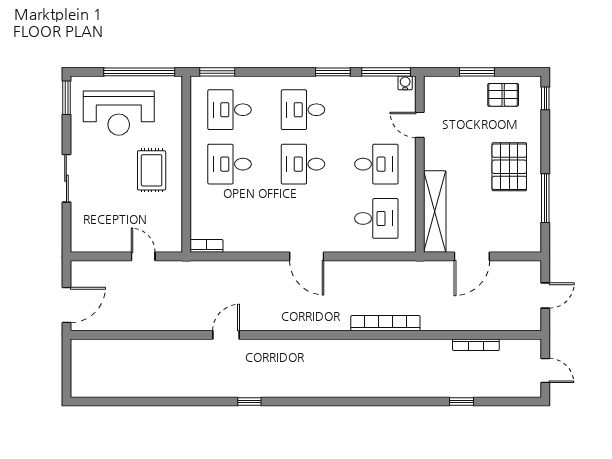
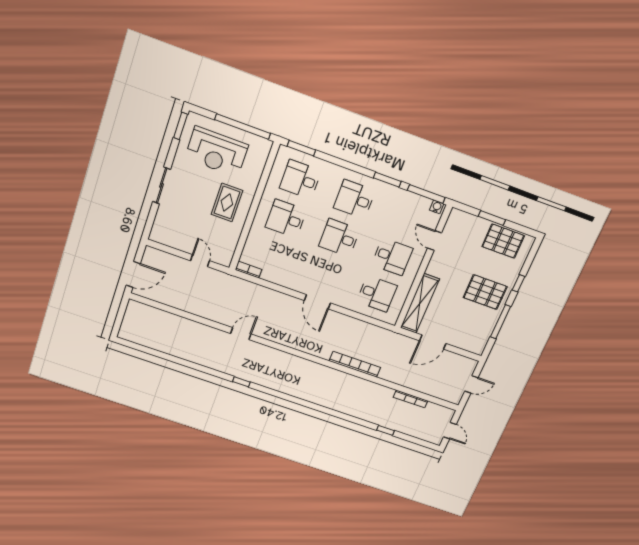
pallet: (503, 95) -> (503, 241), width x1.50, depth x1.42
window: (545, 98) -> (519, 283), moved
pallet: (509, 167) -> (485, 292), turned 90

